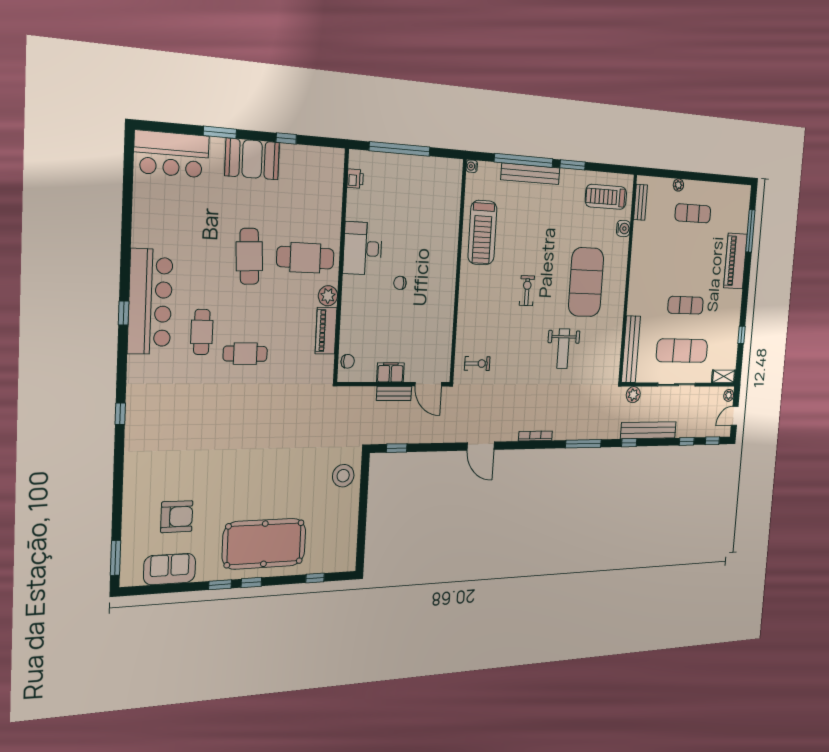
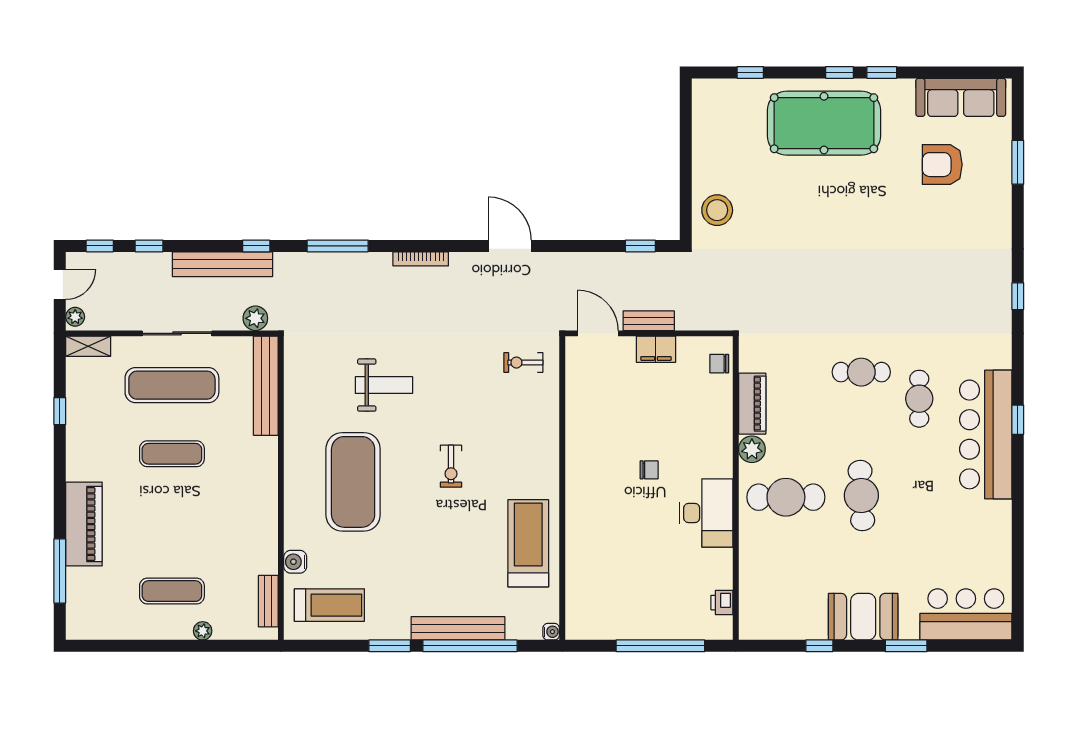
weight bench: (563, 349) -> (384, 385), turned 90
window: (116, 558) -> (1018, 162), moved
sofa: (170, 569) -> (961, 97), width x1.36

